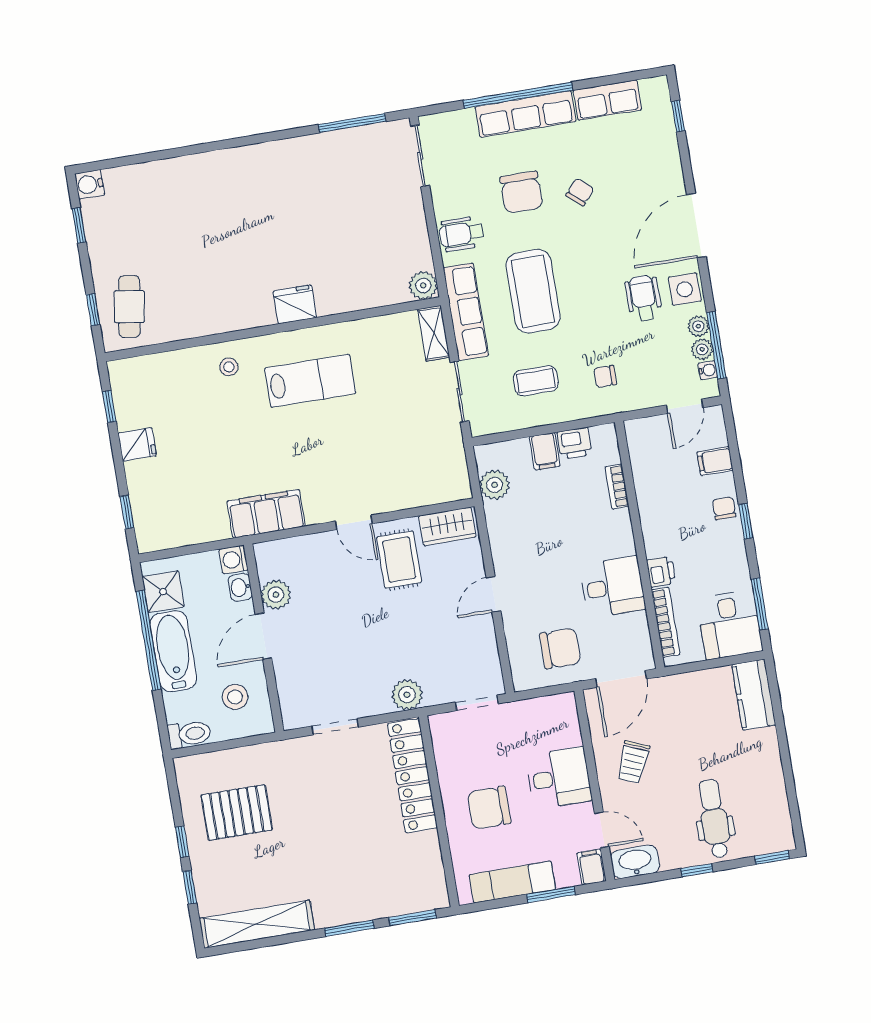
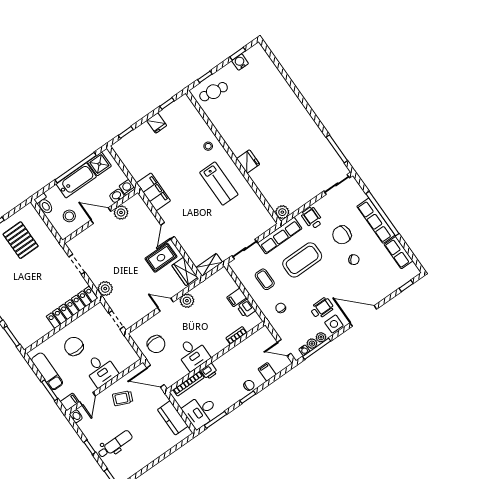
water cooler: (90, 184) -> (240, 62), moved
shelving: (434, 333) -> (209, 265), moved
plant: (494, 485) -> (187, 301), moved
kitchen counter: (754, 695) -> (173, 418), moved, turned -90
washbasin: (635, 862) -> (76, 416), width x0.52, depth x0.69

